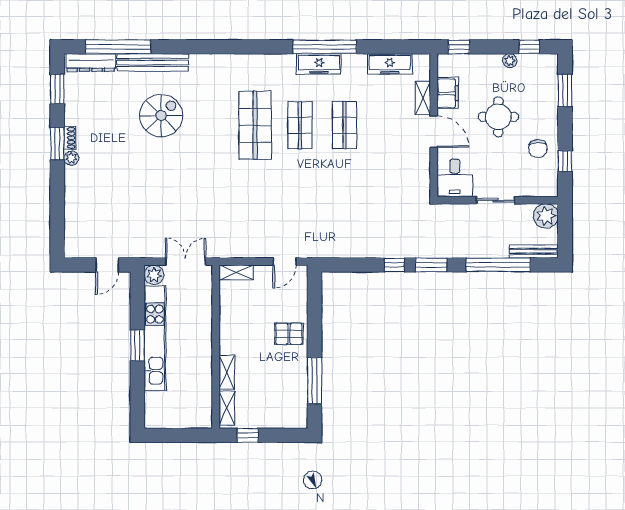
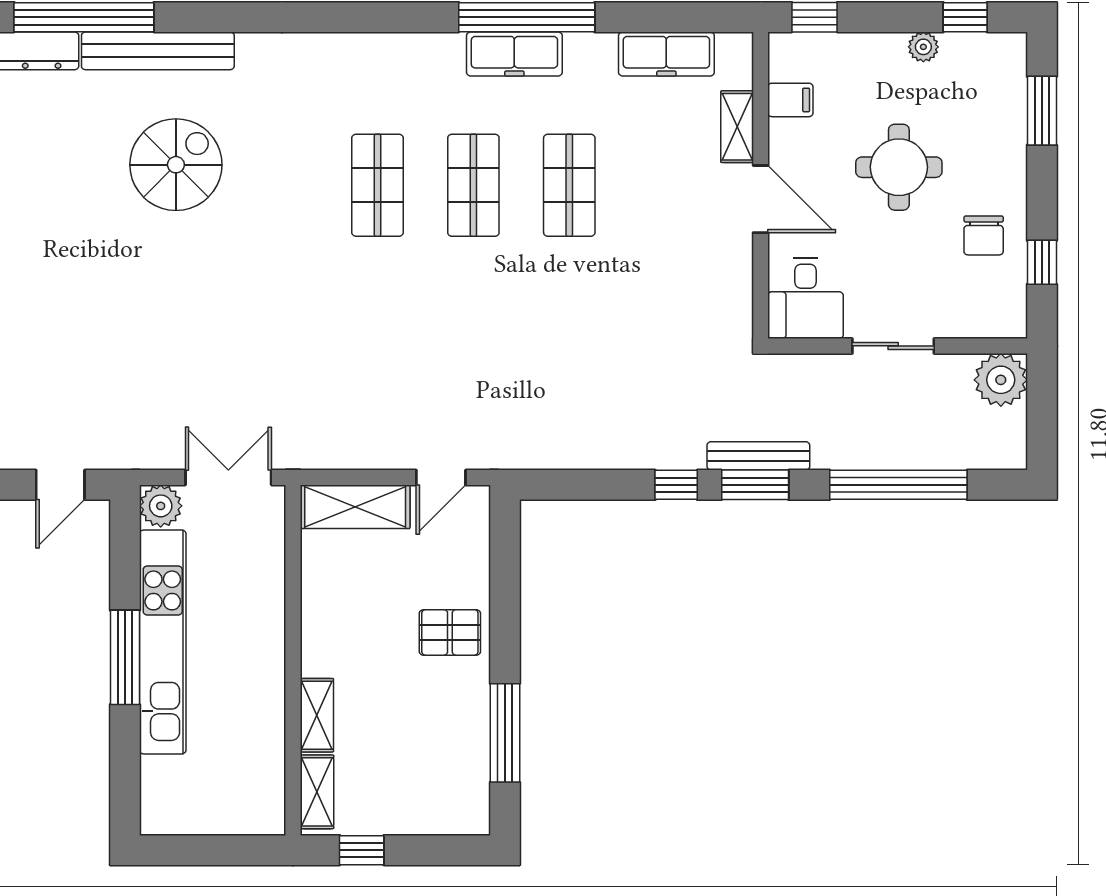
filing cabinet: (448, 93) -> (790, 100), width x0.50
shop shelf: (255, 125) -> (377, 185), width x0.70, depth x0.74
bench: (533, 251) -> (758, 456), moved
shelving: (236, 273) -> (355, 507), width x1.50, depth x1.33
window: (137, 345) -> (125, 657), width x1.44

